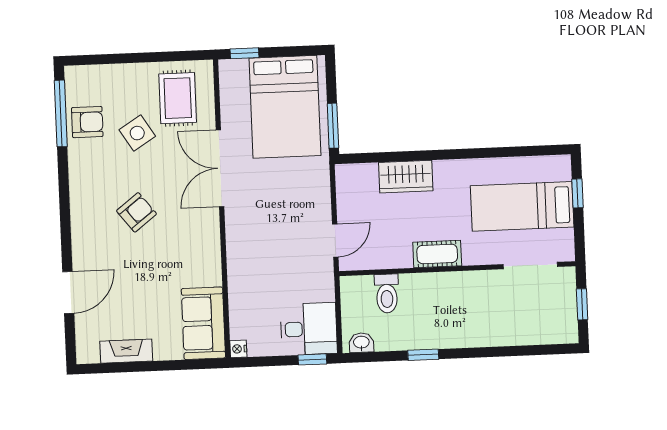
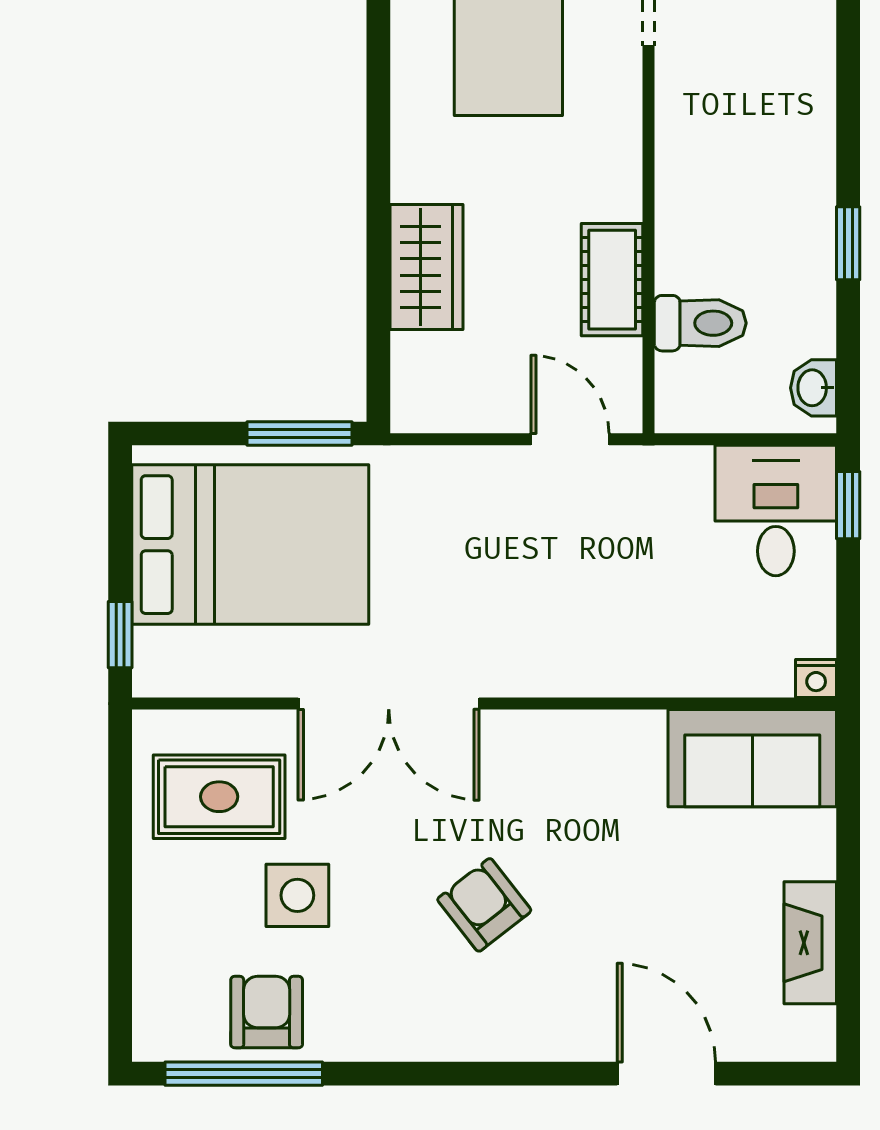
side table: (137, 133) -> (297, 895), turned 32
cot: (437, 254) -> (612, 280), moved

